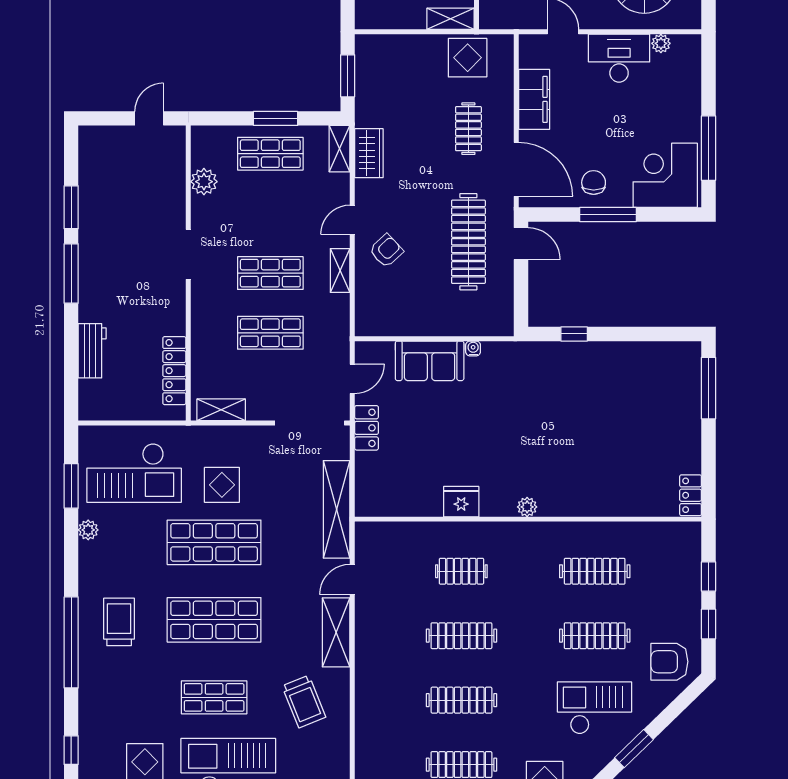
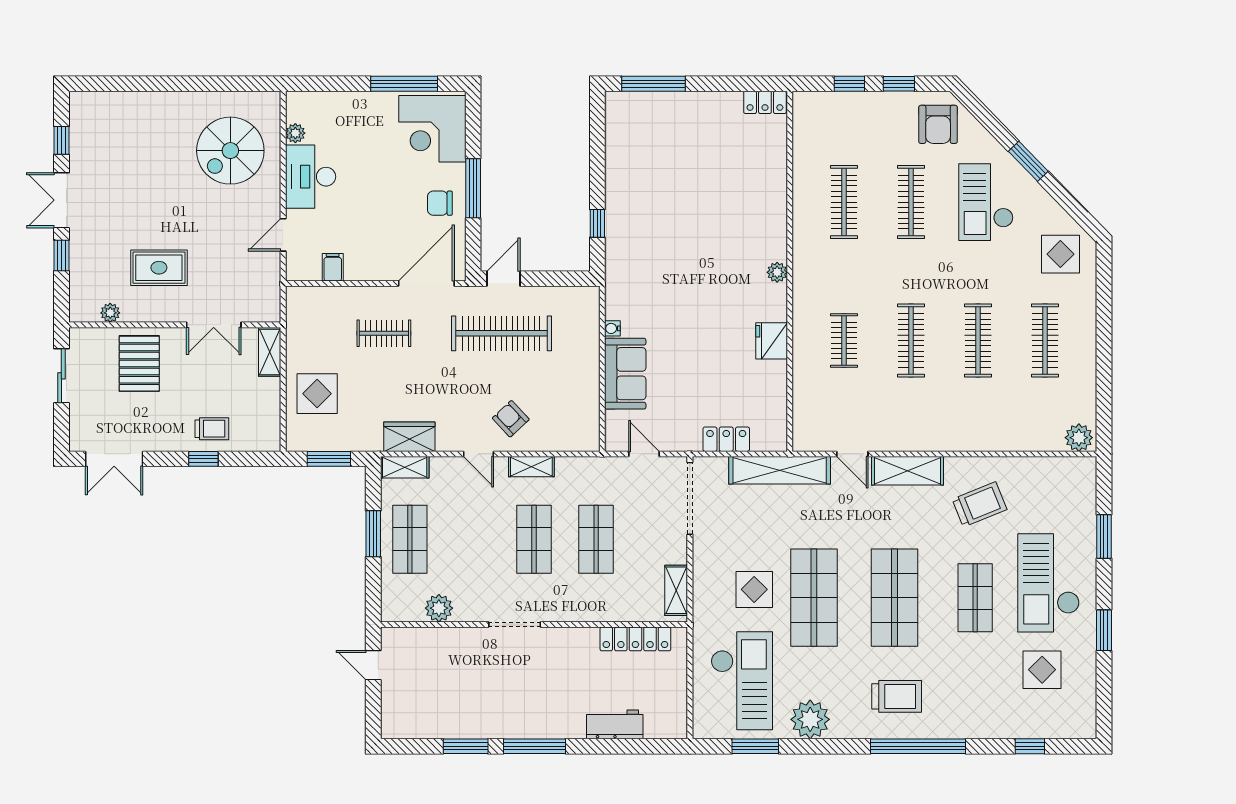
display table: (468, 58) -> (317, 394), moved
filing cabinet: (534, 99) -> (333, 267), width x0.33, depth x0.86
locker: (367, 428) -> (726, 439), moved
plant: (88, 530) -> (810, 719), width x1.88, depth x1.88
trolley: (119, 622) -> (897, 696), turned 180

